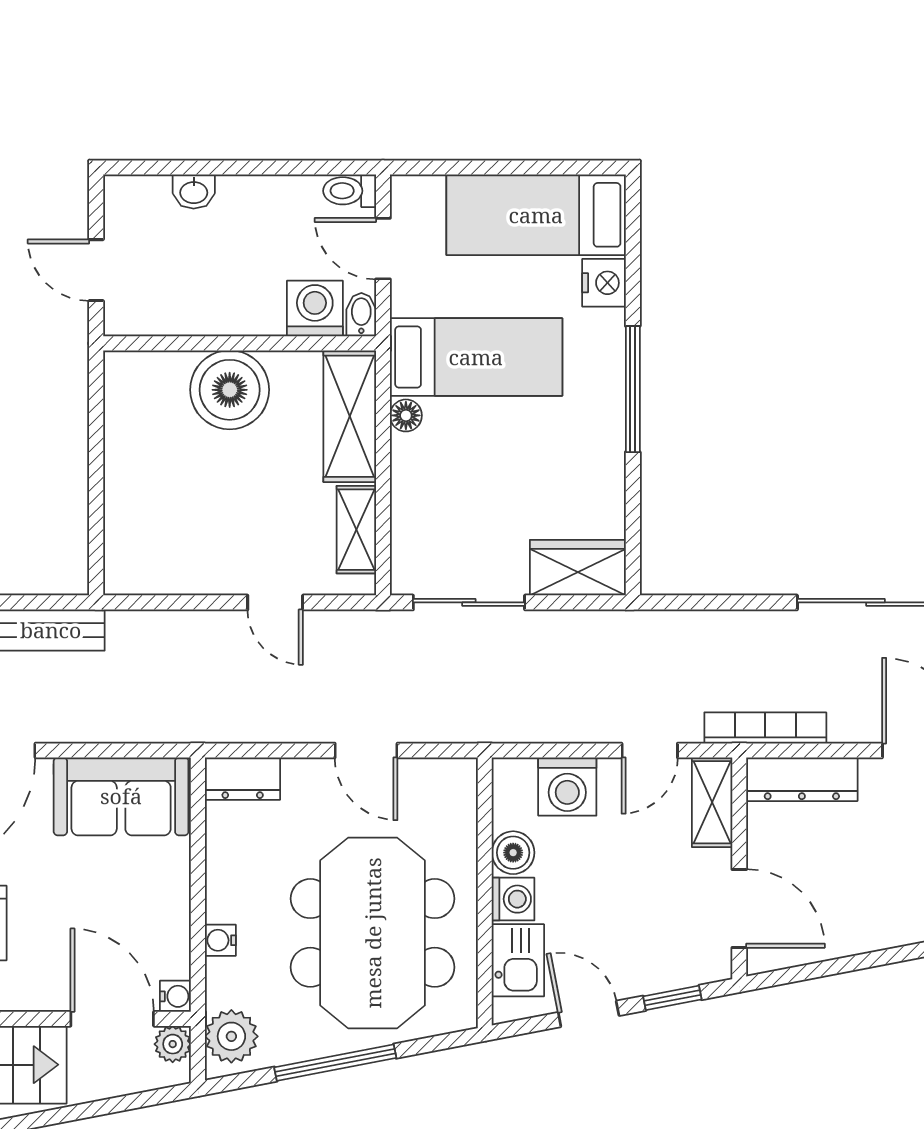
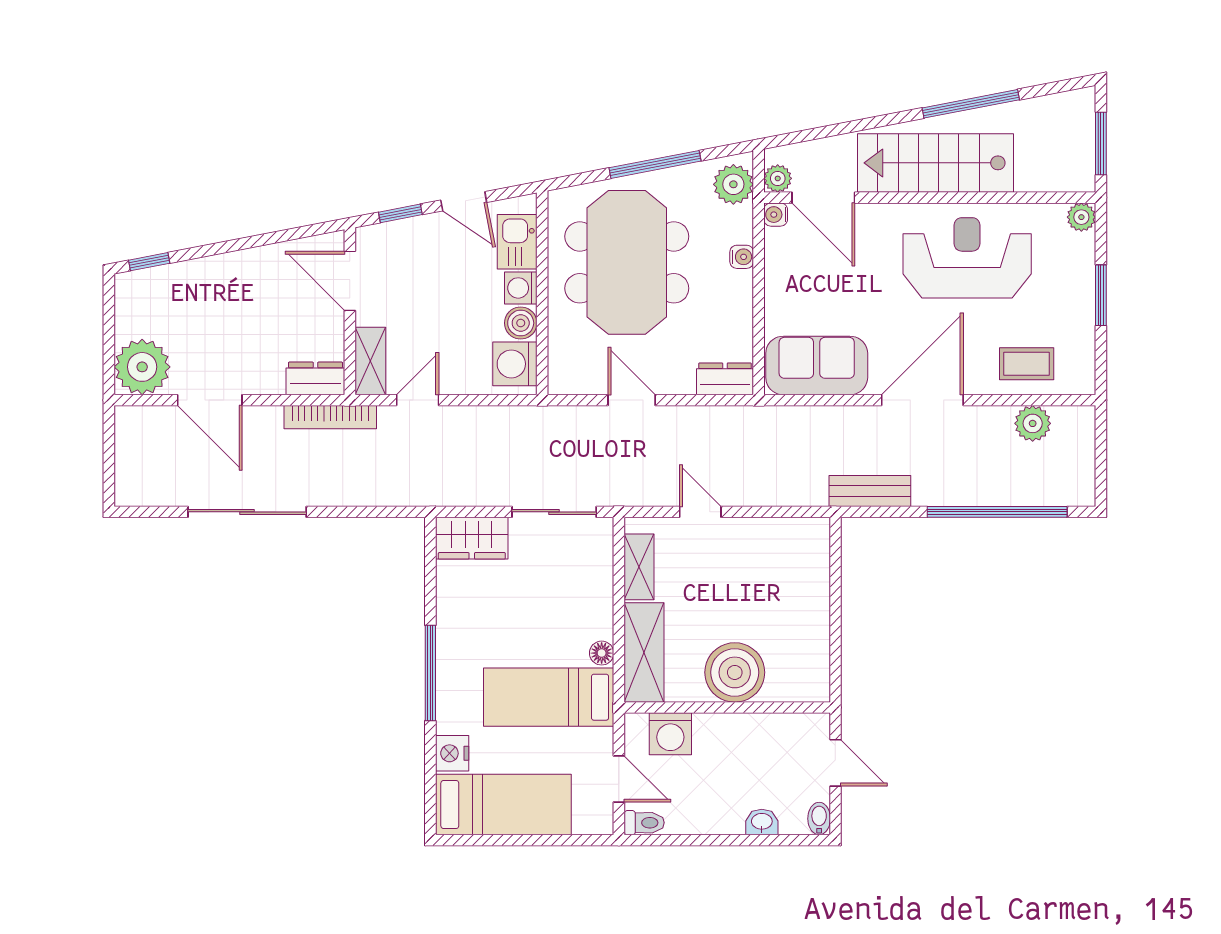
bidet: (361, 315) -> (819, 819), moved, turned 180
dresser: (802, 779) -> (315, 378), width x0.70
washing machine: (567, 787) -> (515, 364), moved, turned -90

